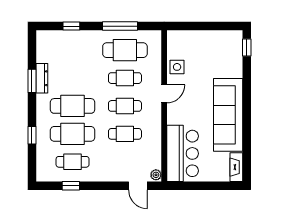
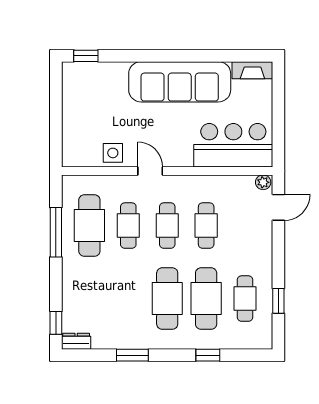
window: (71, 26) -> (56, 323), moved
dresser: (42, 78) -> (76, 341), moved, width x0.70

